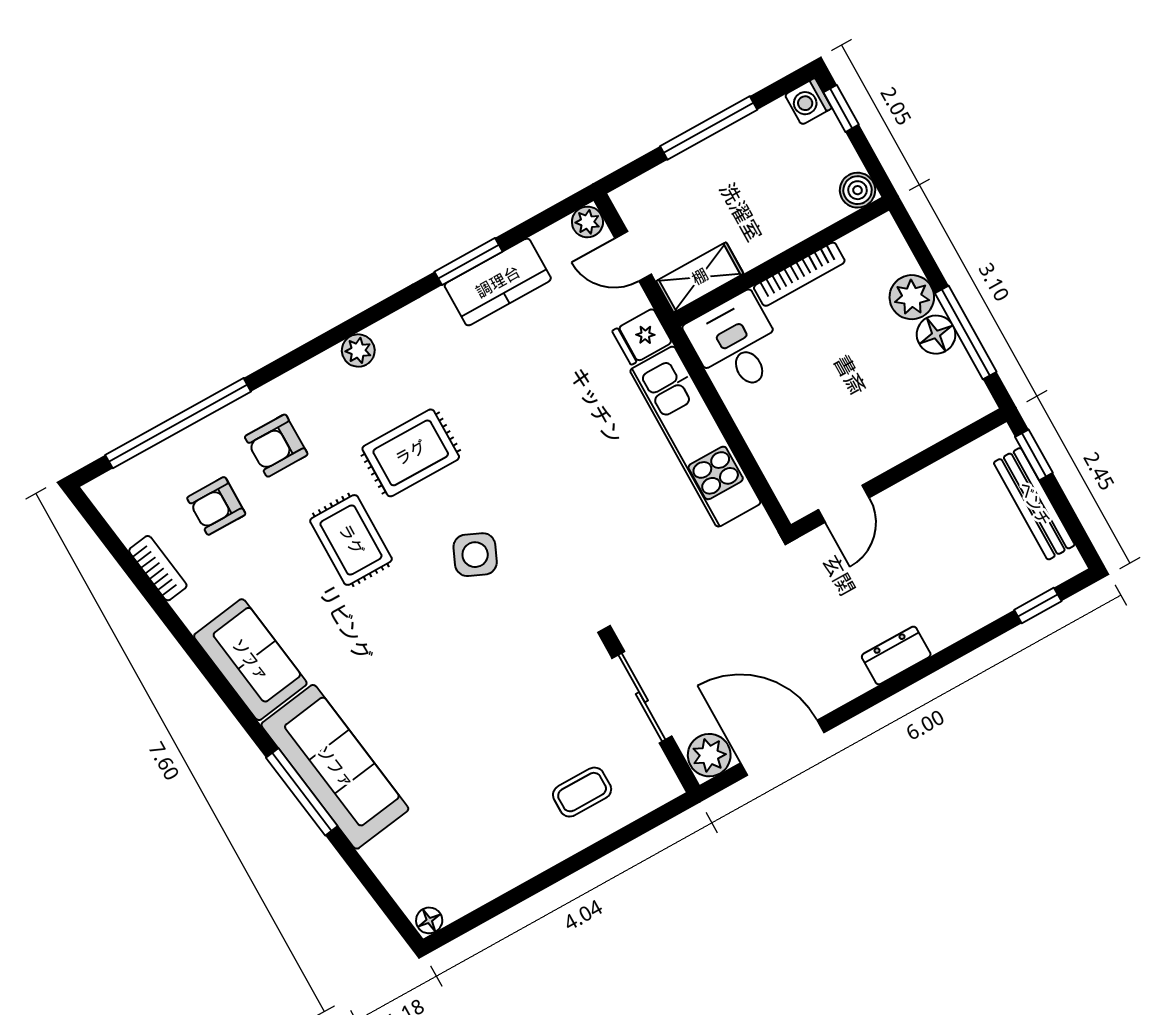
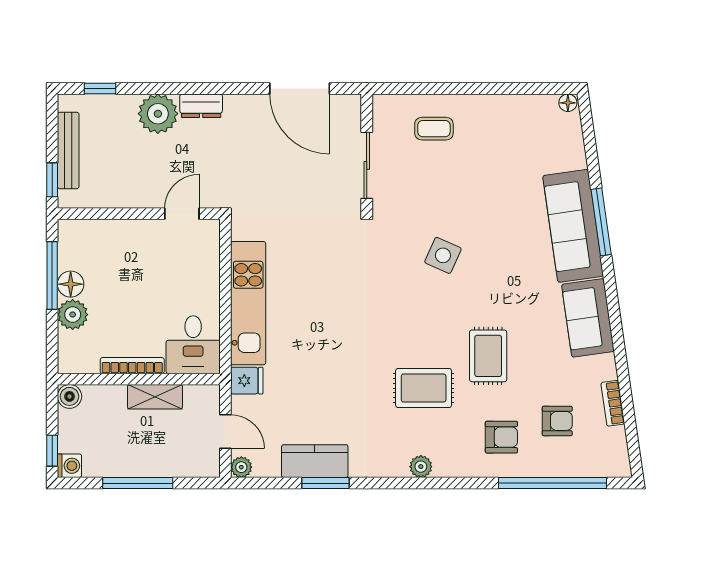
shelving: (700, 277) -> (155, 397), moved
side table: (475, 555) -> (443, 255), moved
plant: (709, 755) -> (158, 114), moved, width x1.36, depth x1.36

